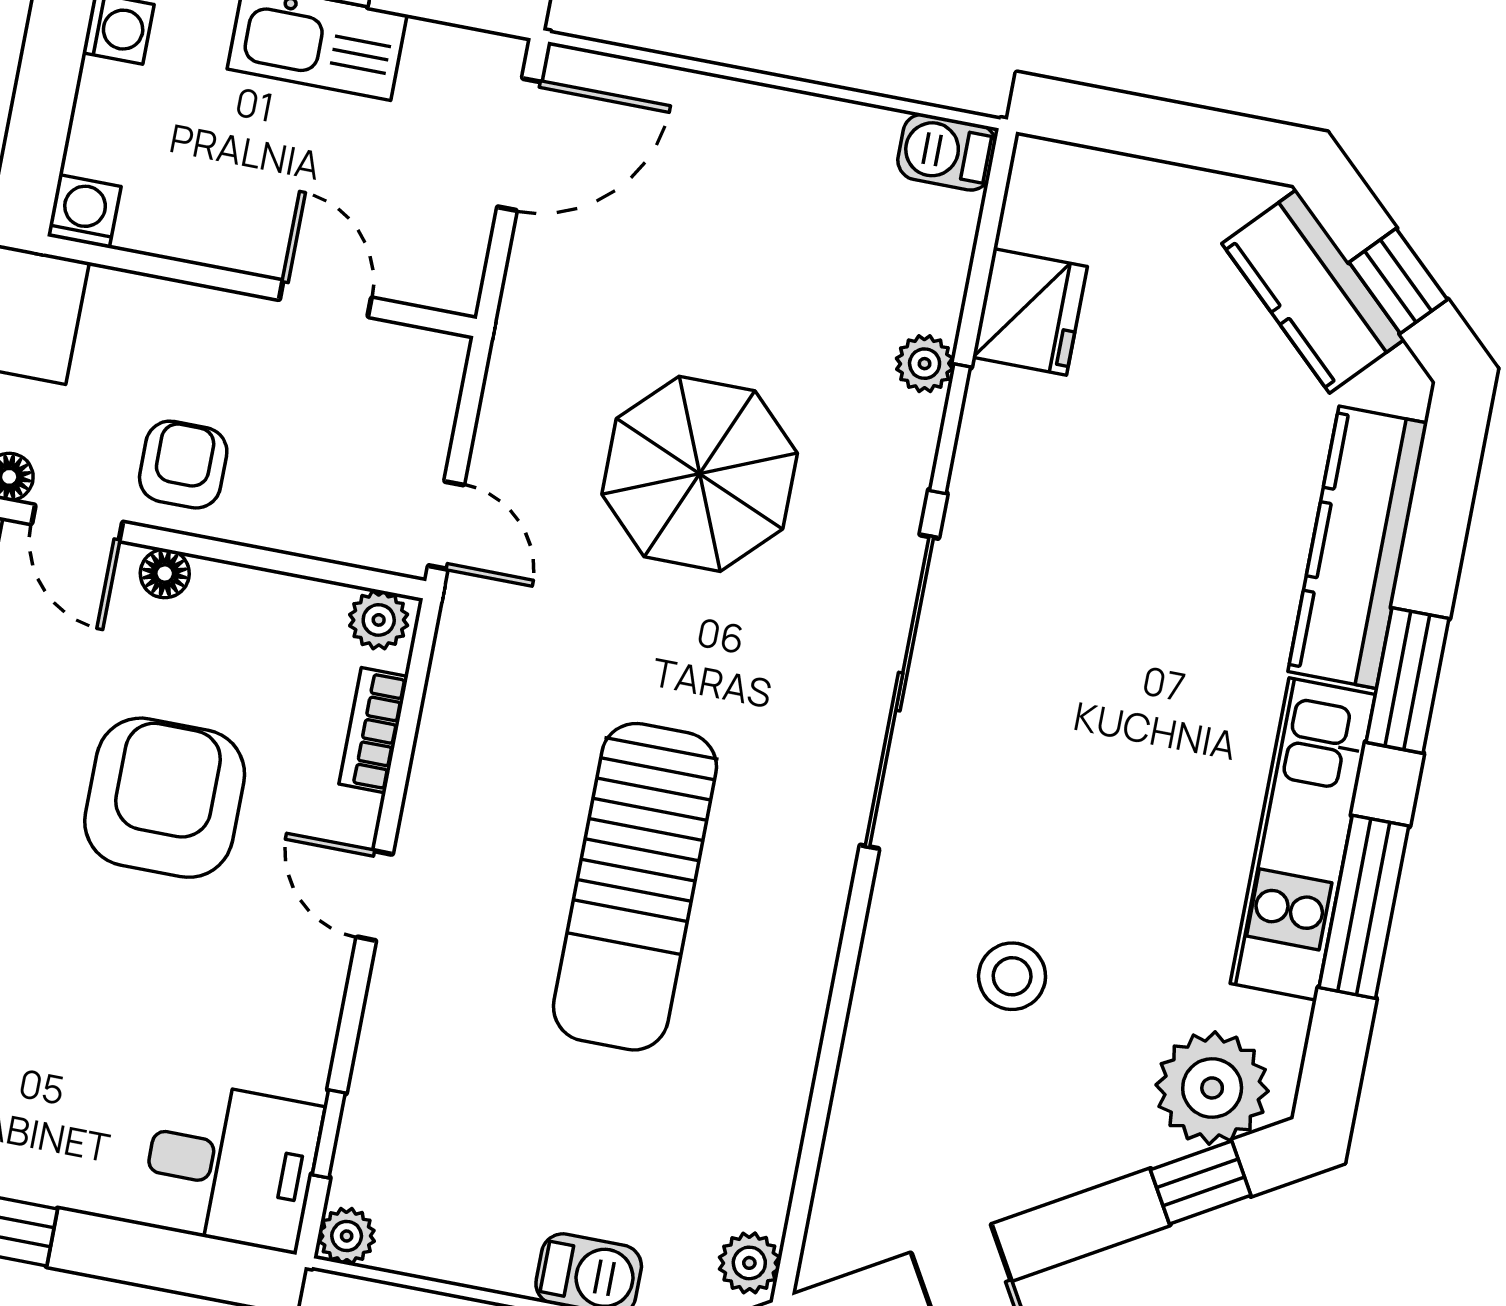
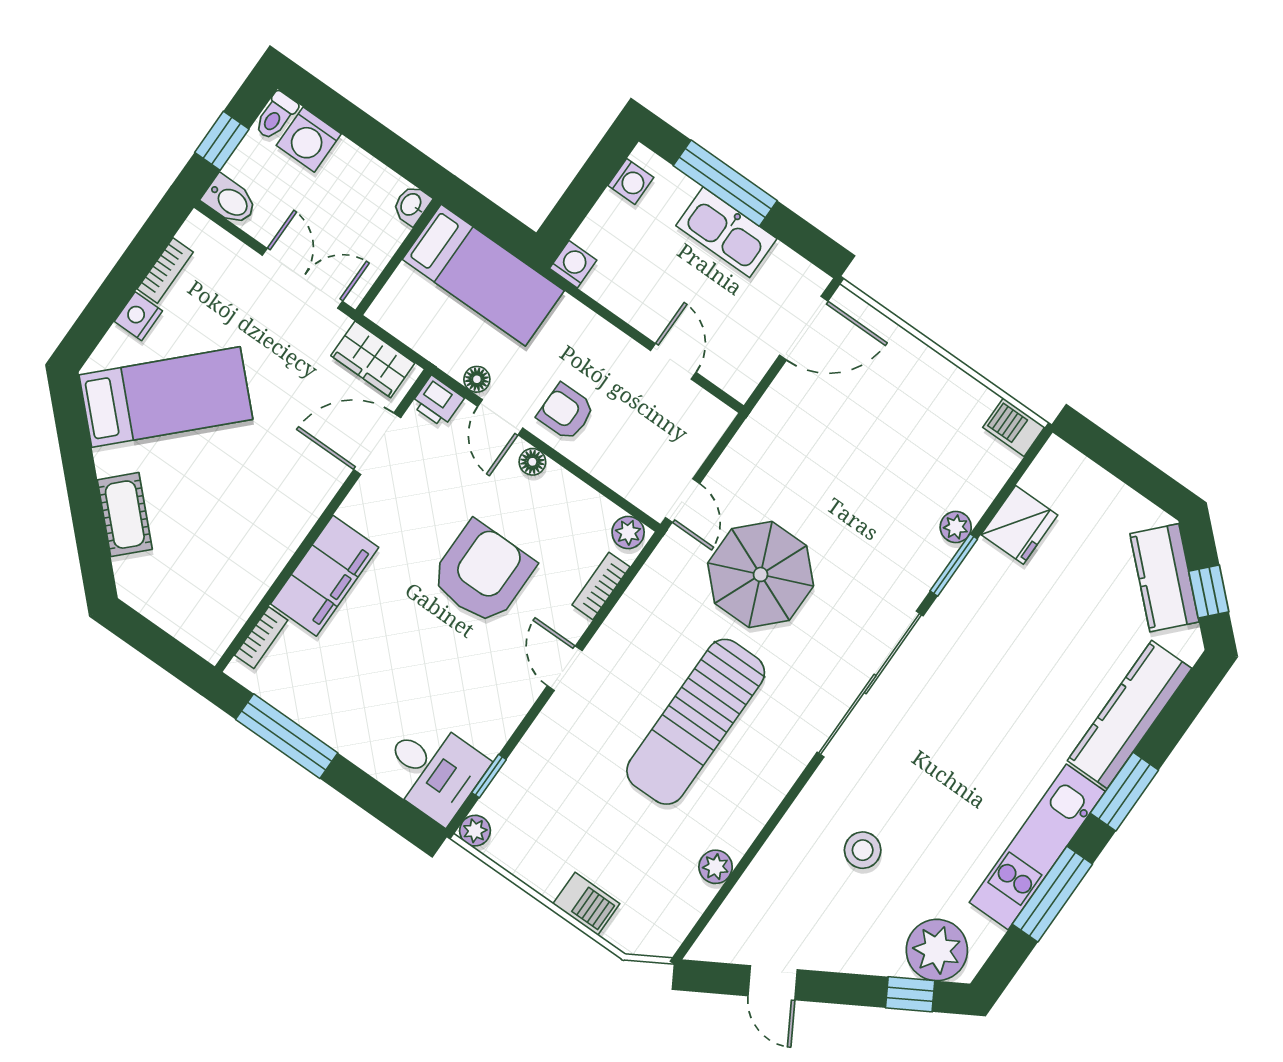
armchair: (183, 465) -> (566, 412), turned -90
parasol: (700, 474) -> (761, 574), moved
plant: (749, 1263) -> (716, 867), moved

